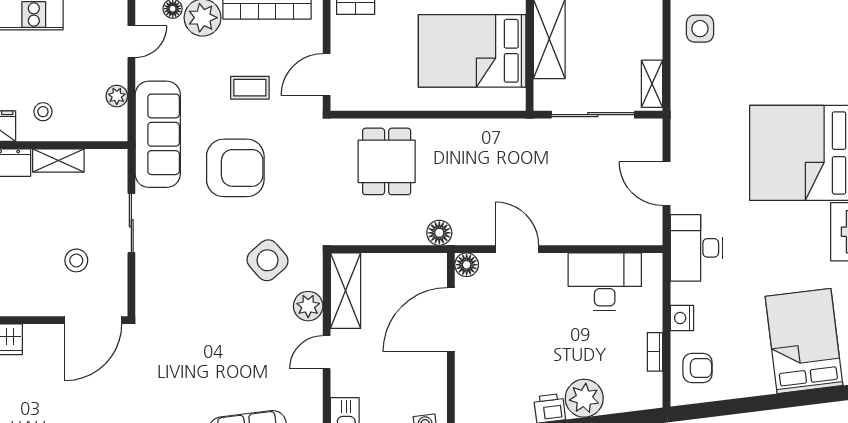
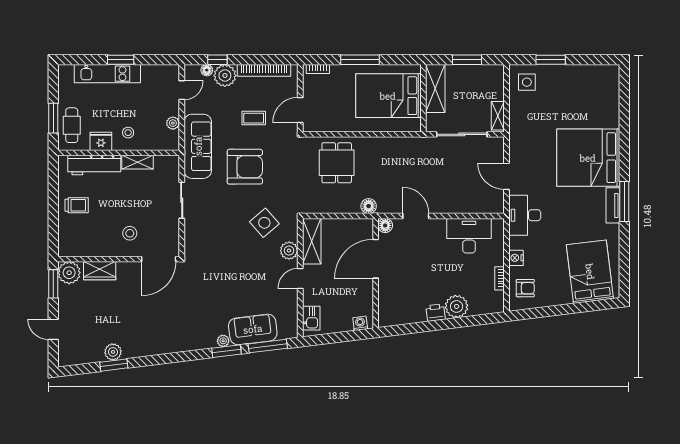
stool: (76, 260) -> (130, 233), moved

